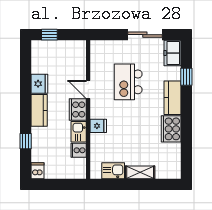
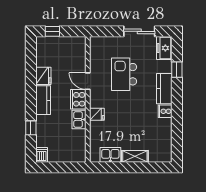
cooker: (171, 129) -> (165, 111), width x0.53, depth x0.76
cooker: (79, 150) -> (79, 136), removed

